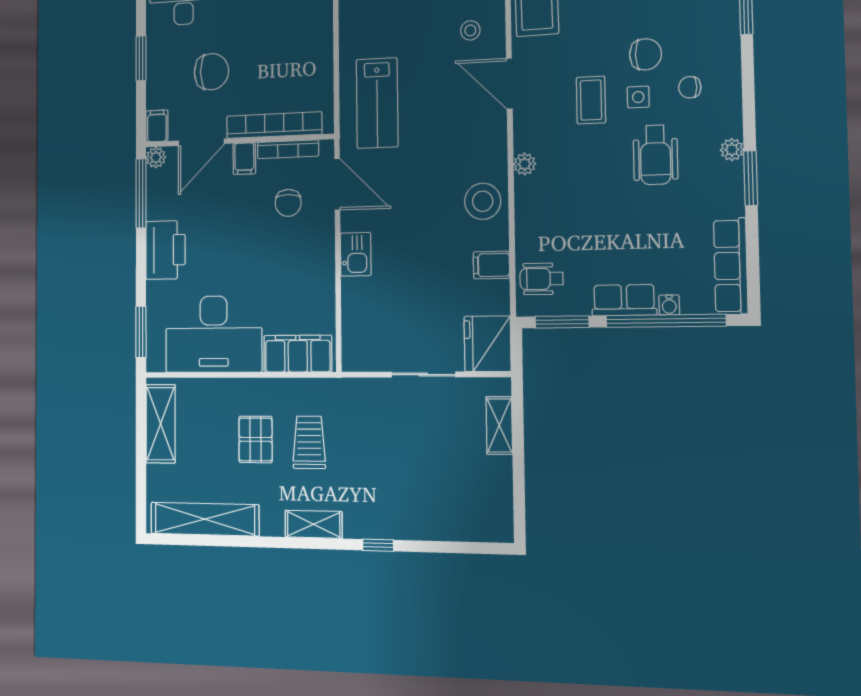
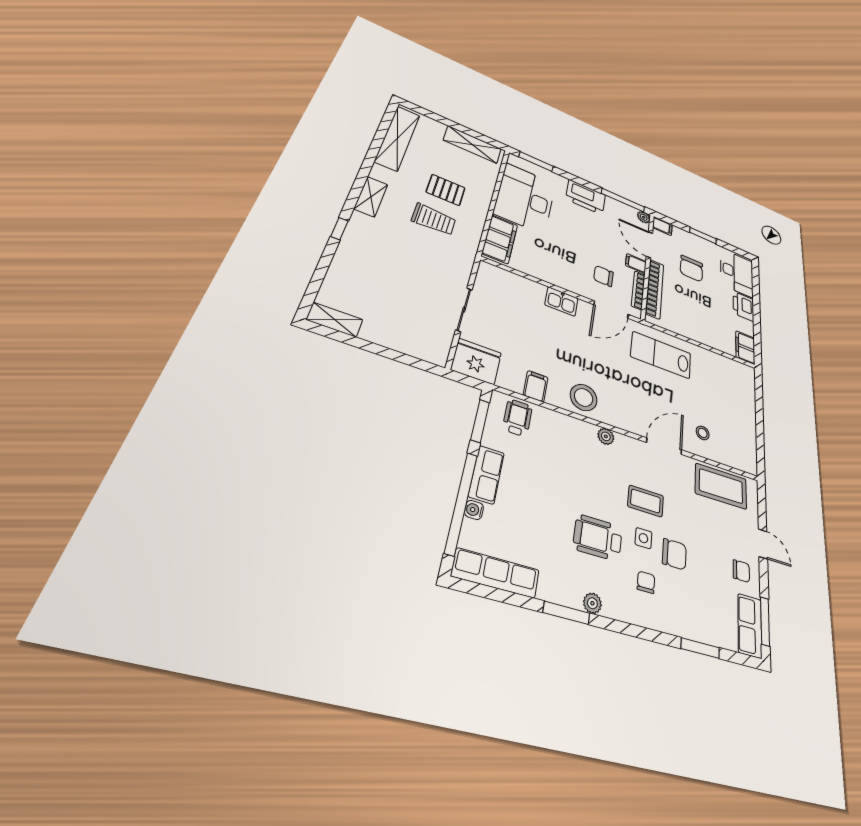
chair: (645, 54) -> (674, 554), turned -90
shelving: (499, 425) -> (335, 320), moved

